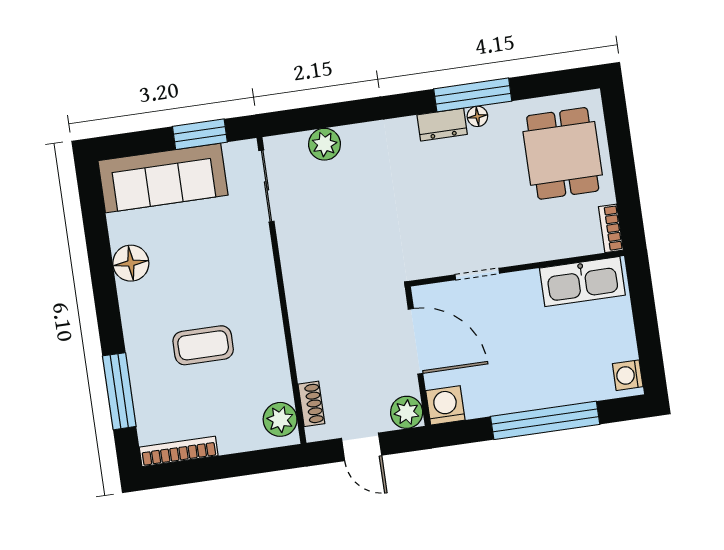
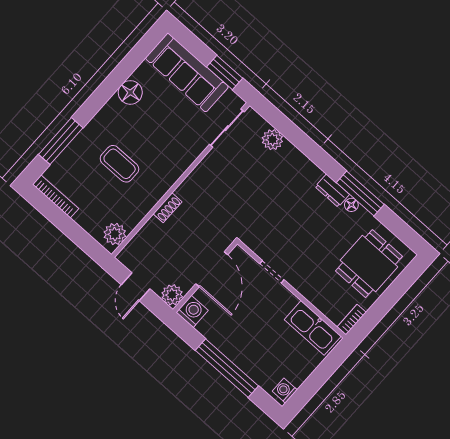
shoe rack: (311, 404) -> (168, 208), moved

